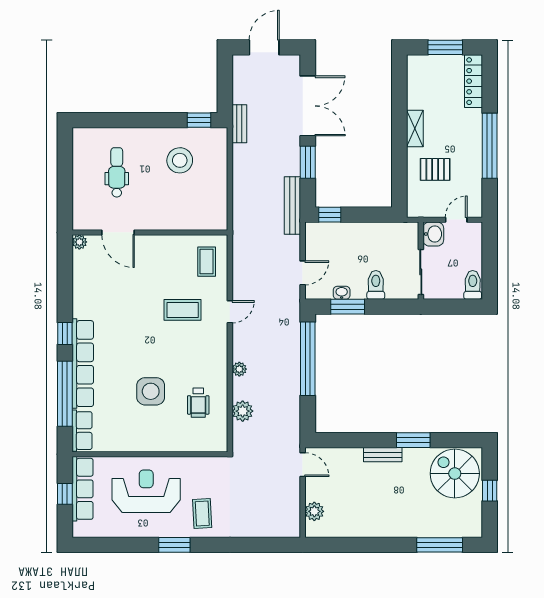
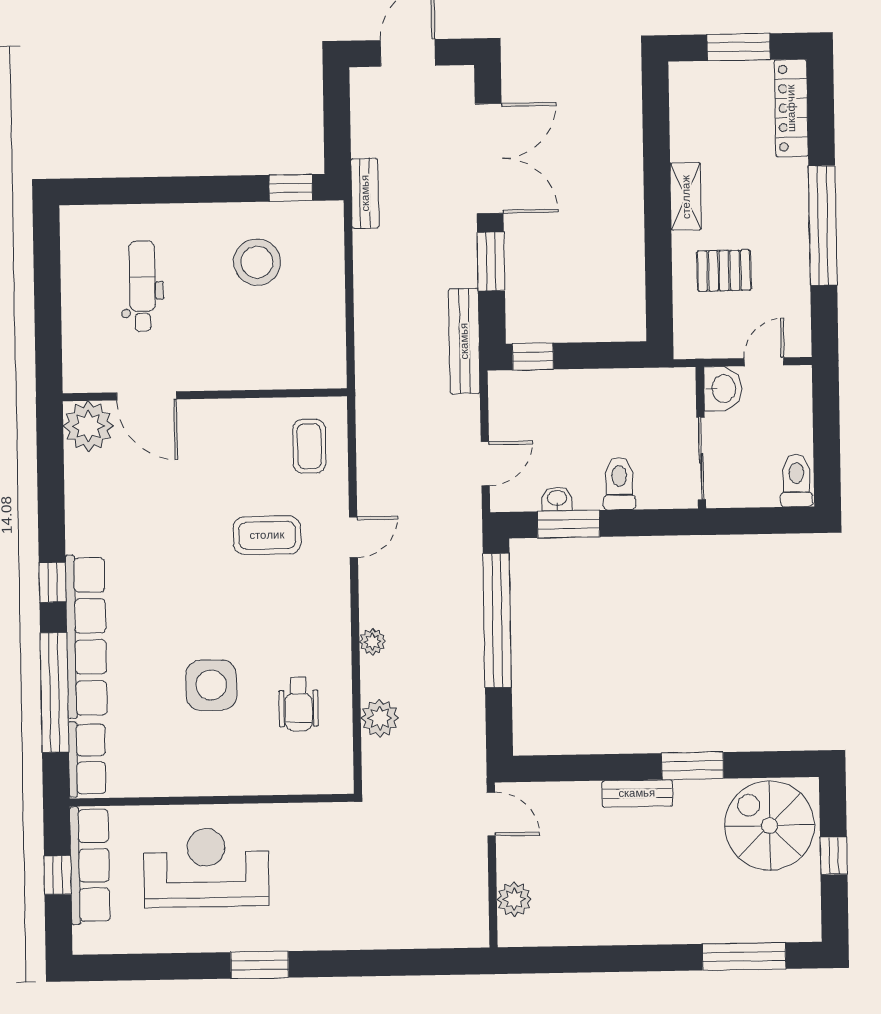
plant: (79, 242) -> (88, 426), width x1.87, depth x1.87
coffee table: (202, 514) -> (309, 907), removed

